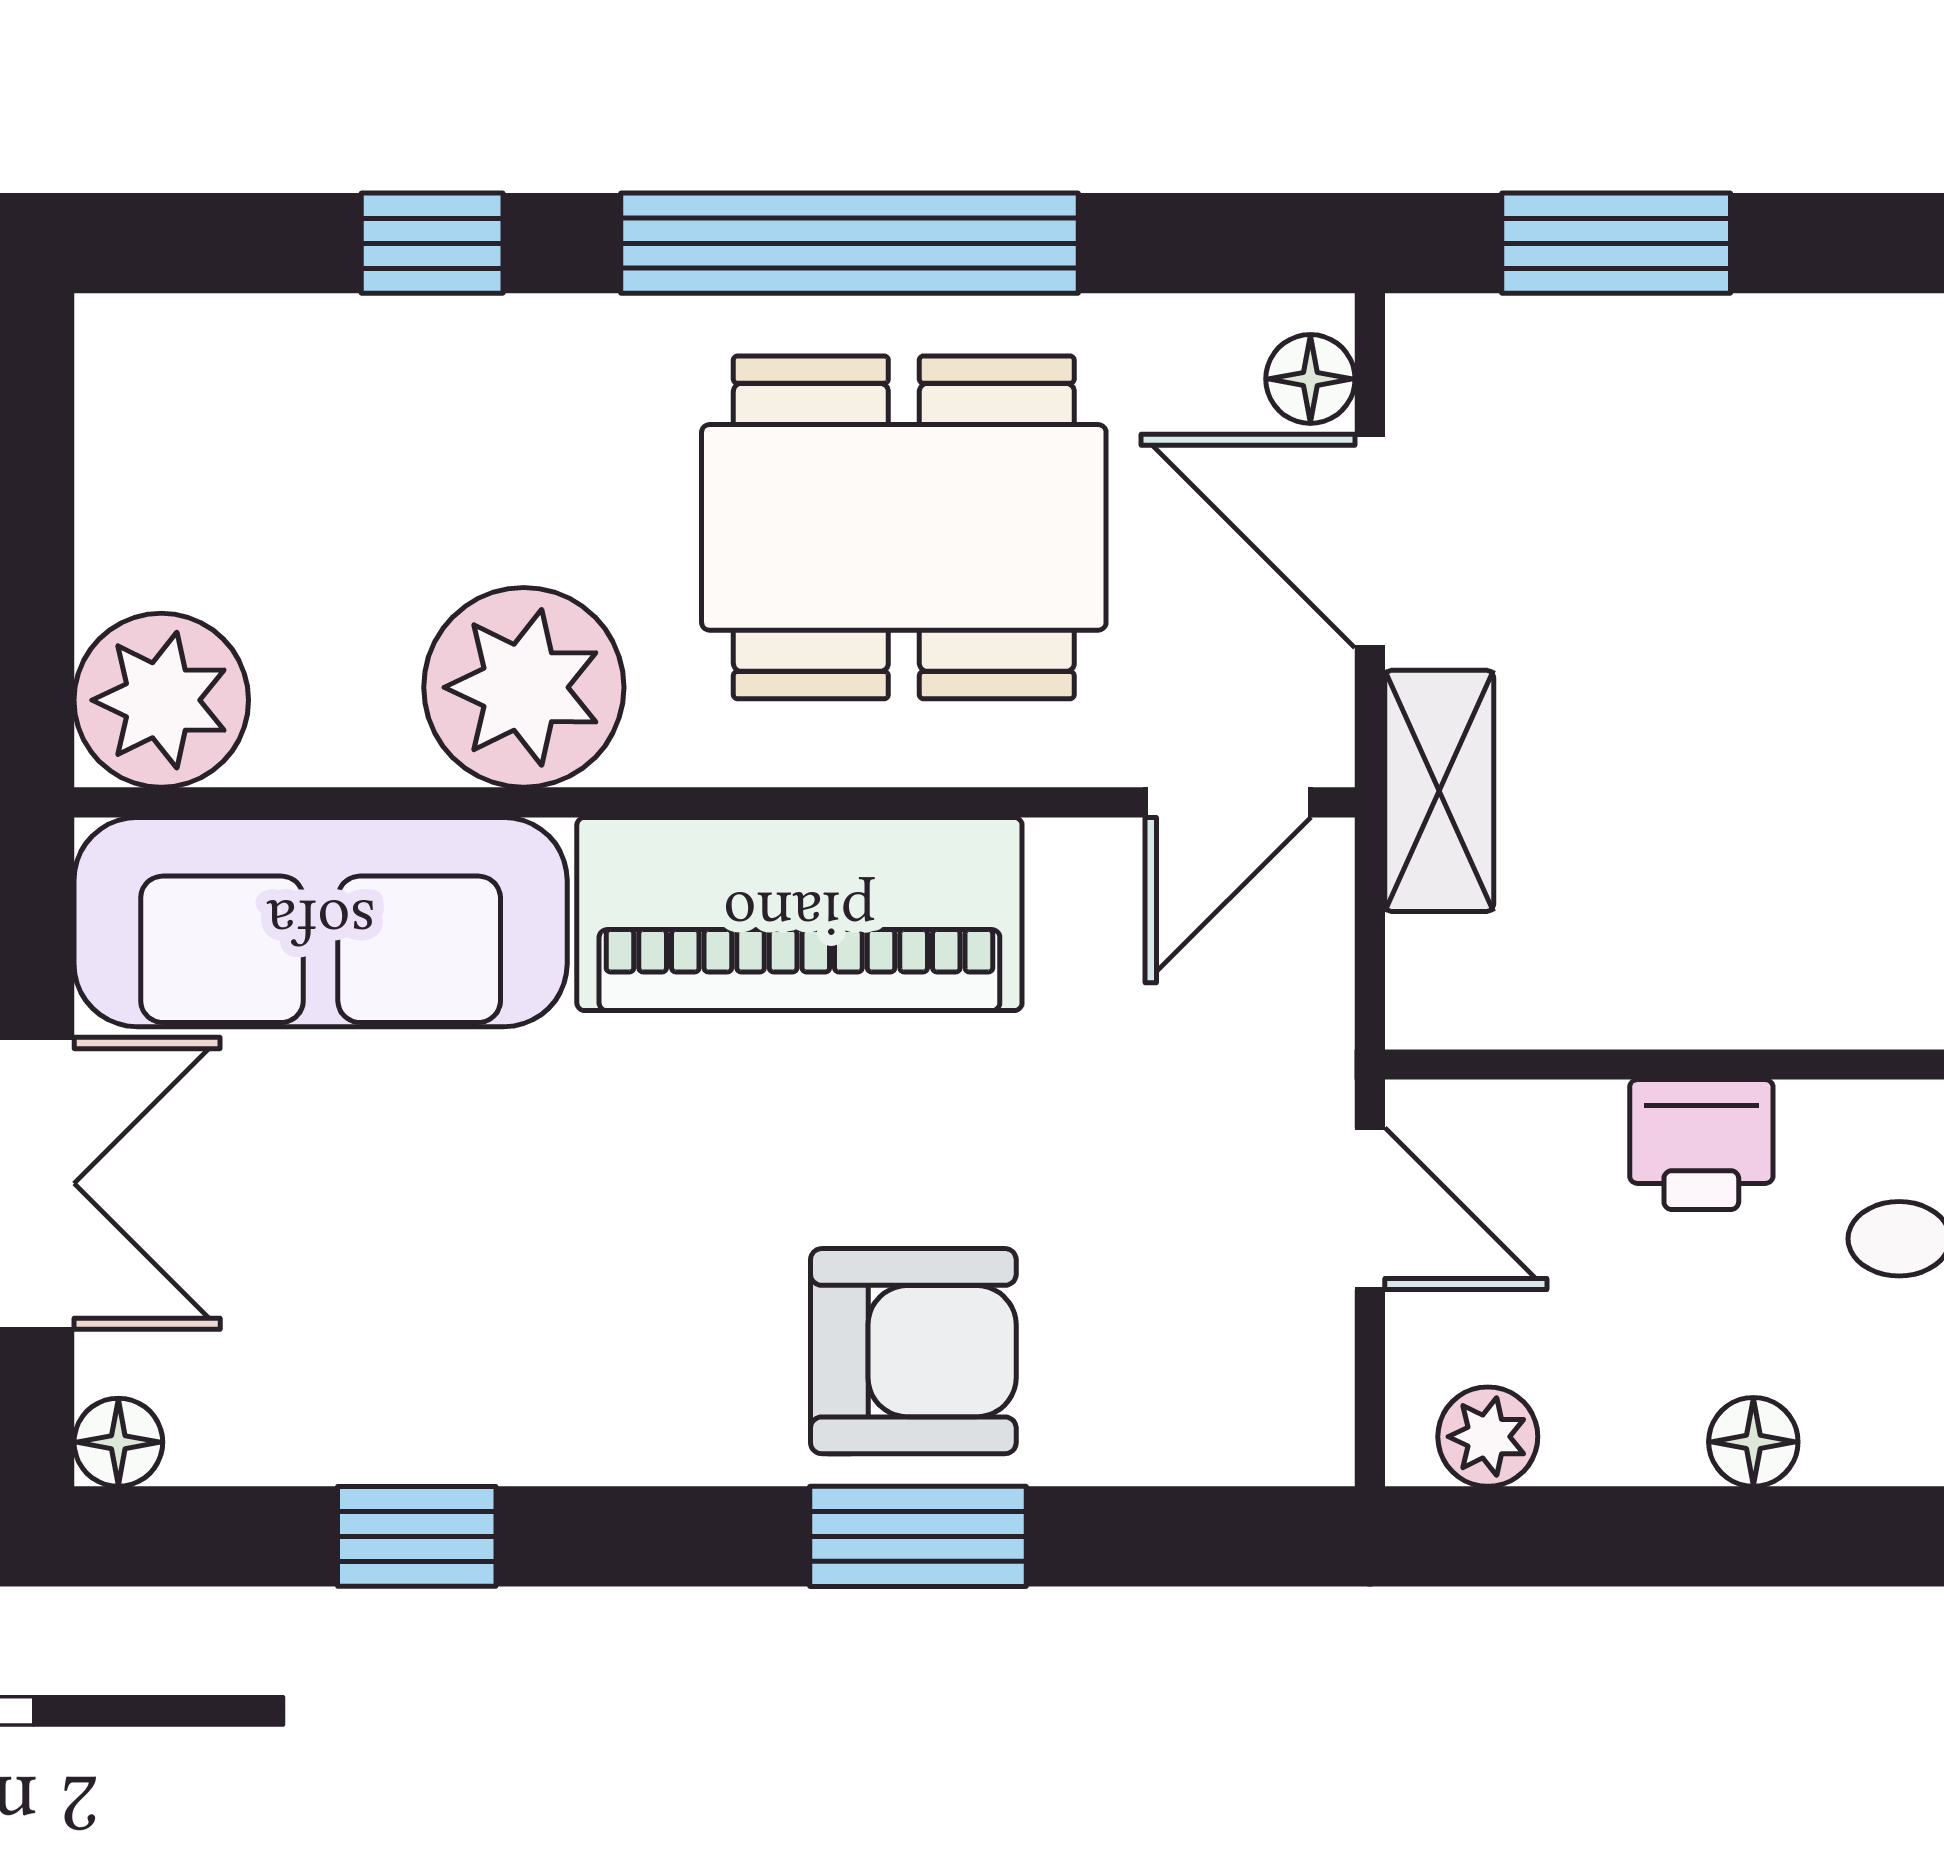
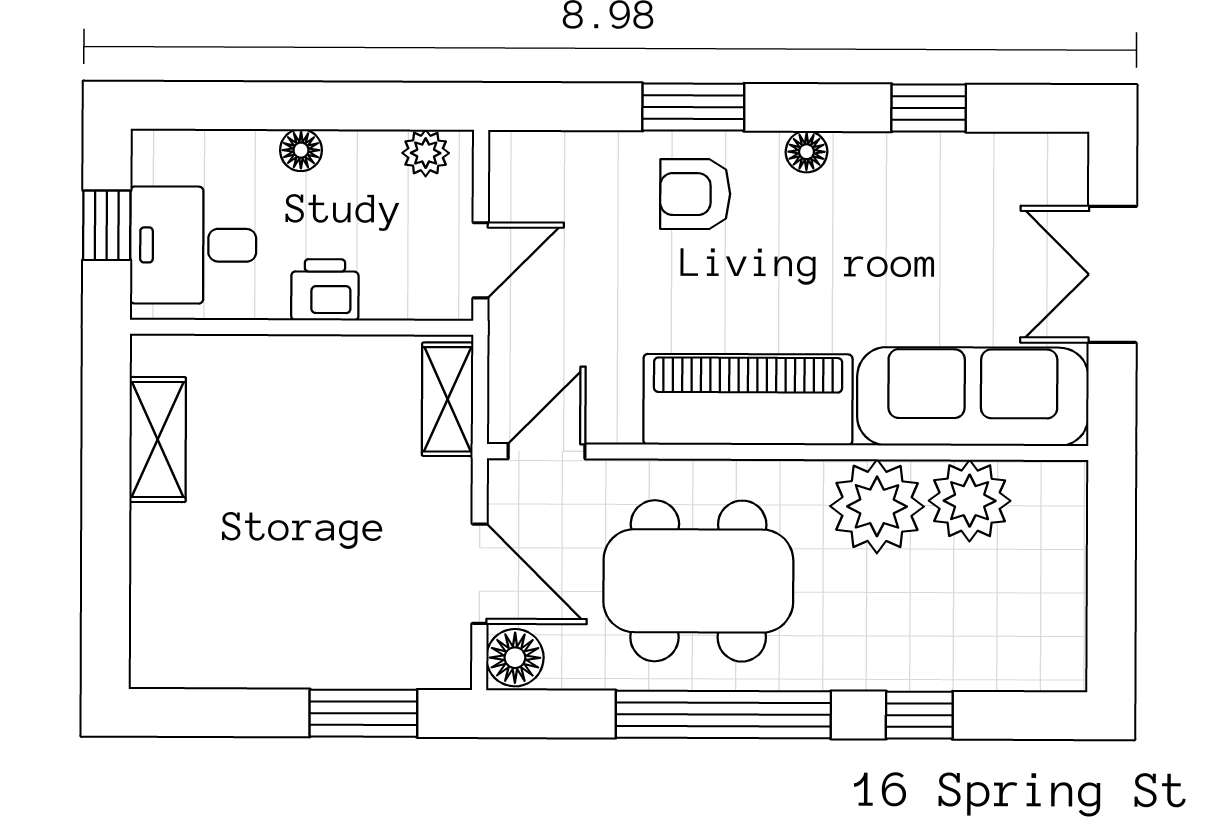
floor lamp: (1310, 379) -> (515, 658), width x1.37, depth x1.37
plant: (161, 700) -> (970, 501), moved
shelving: (1439, 791) -> (448, 399), moved
door: (1370, 1209) -> (481, 260), swing flipped
armchair: (913, 1351) -> (695, 194), width x0.72, depth x0.72
floor lamp: (118, 1442) -> (807, 152), moved

